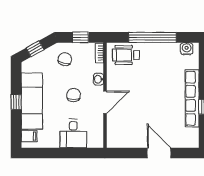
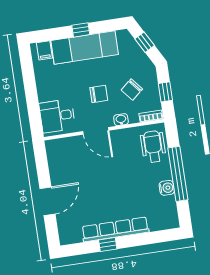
water cooler: (187, 49) -> (167, 188), moved
chair: (65, 59) -> (132, 90), moved, turned 124
desk: (73, 134) -> (57, 116), moved

